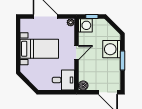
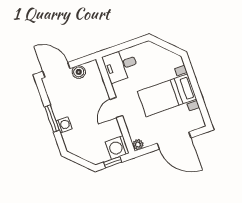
washing machine: (112, 49) -> (64, 125), width x0.53, depth x0.53
boiler: (83, 85) -> (79, 72), moved

